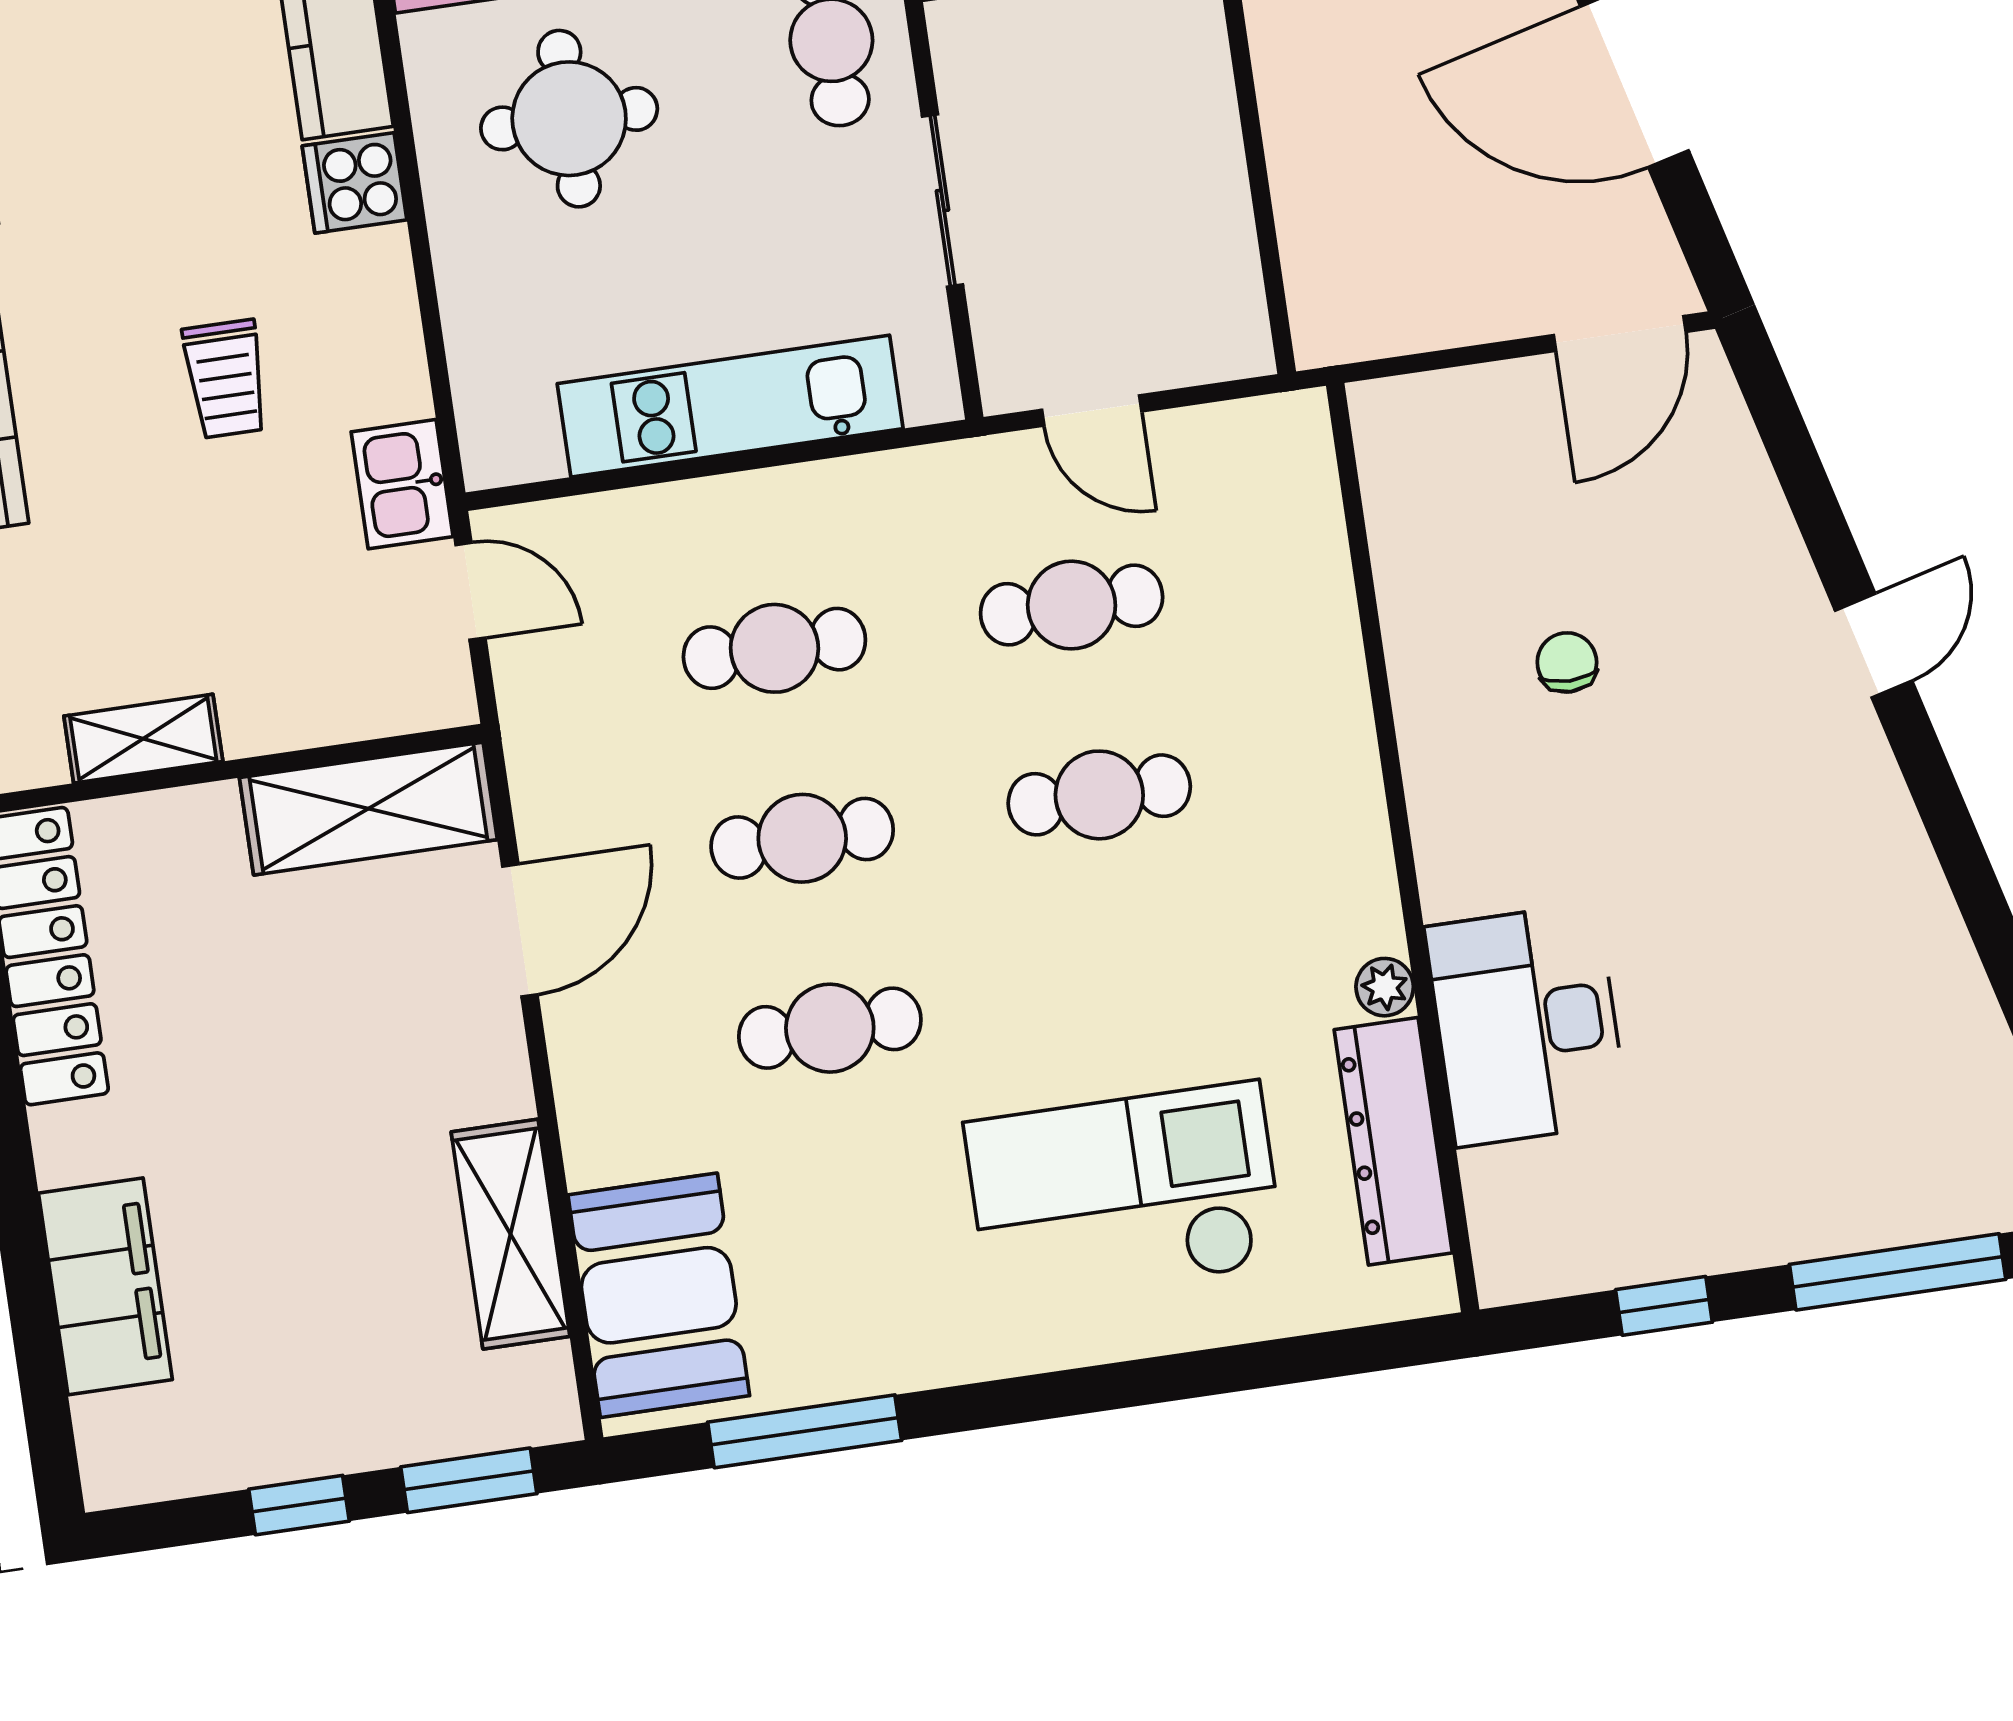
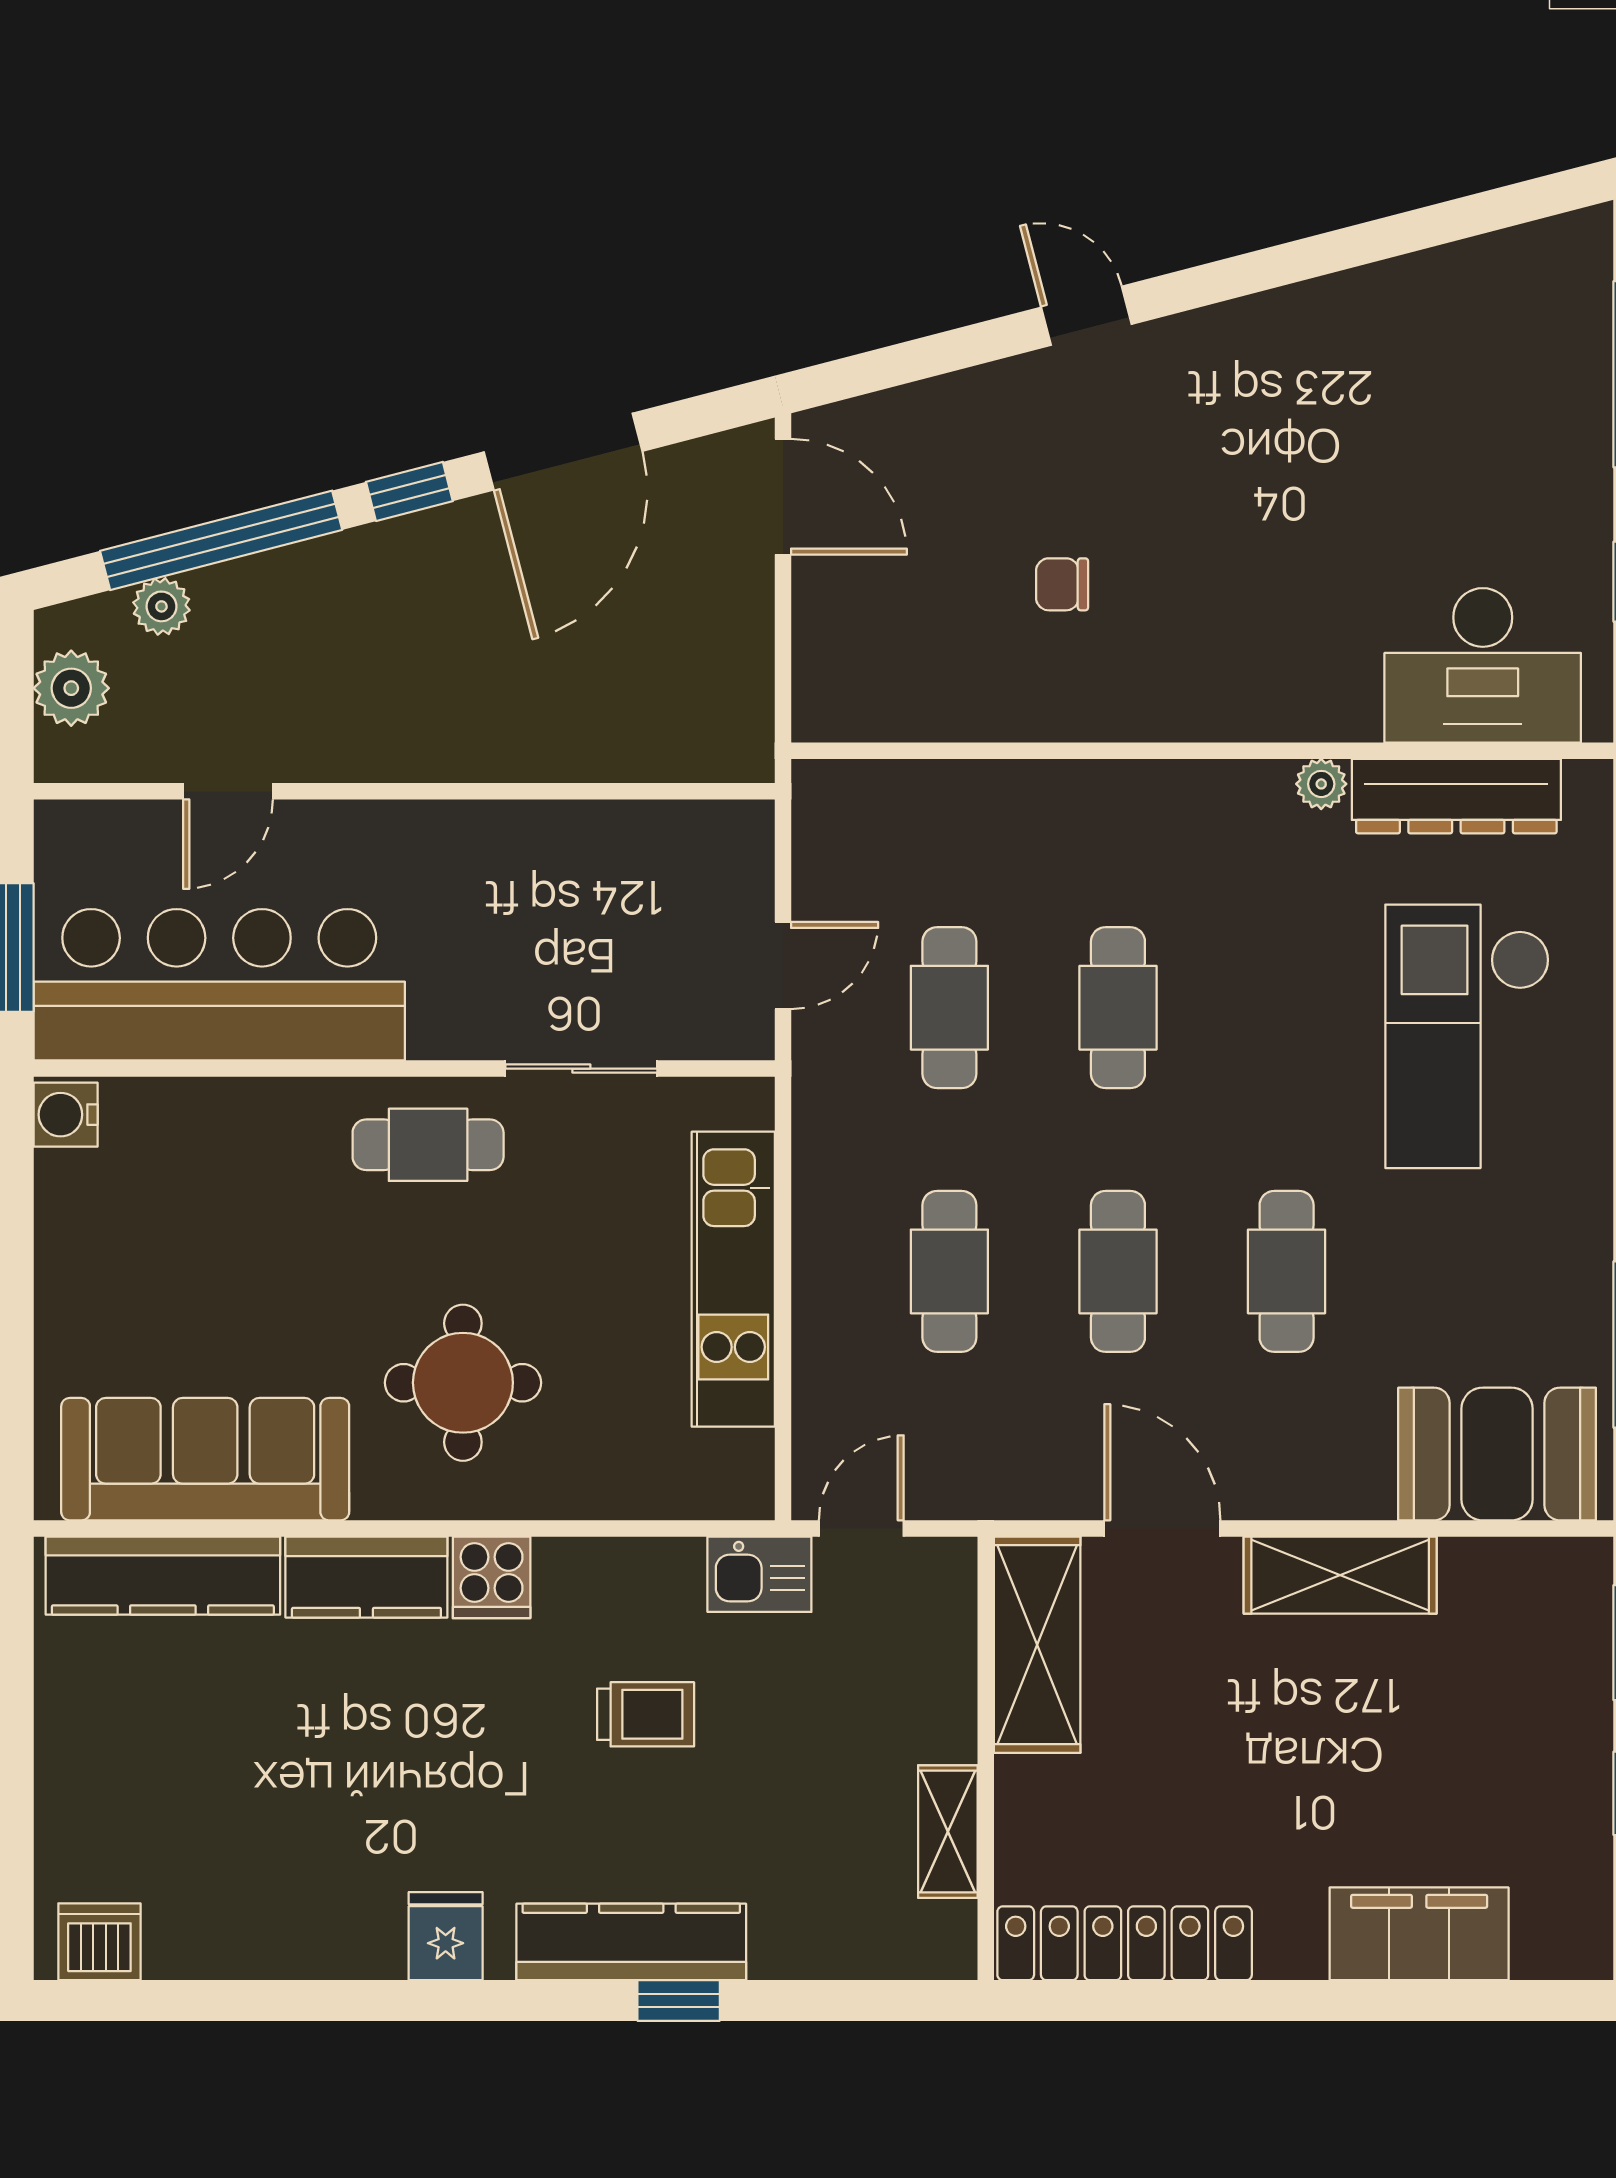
desk: (1527, 1025) -> (1483, 665), moved
shelving: (510, 1234) -> (1340, 1575), moved

